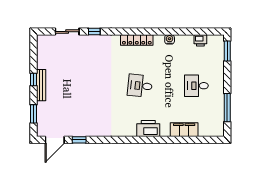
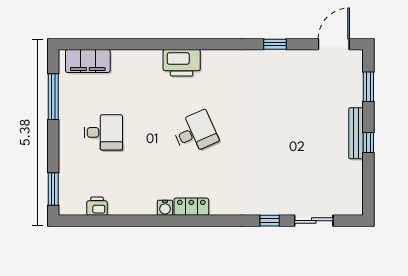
water cooler: (170, 39) -> (165, 208), moved
locker: (137, 40) -> (191, 207), width x0.66
desk: (140, 86) -> (195, 132), turned -30
filing cabinet: (184, 130) -> (88, 61), moved
window: (79, 140) -> (275, 44), moved

